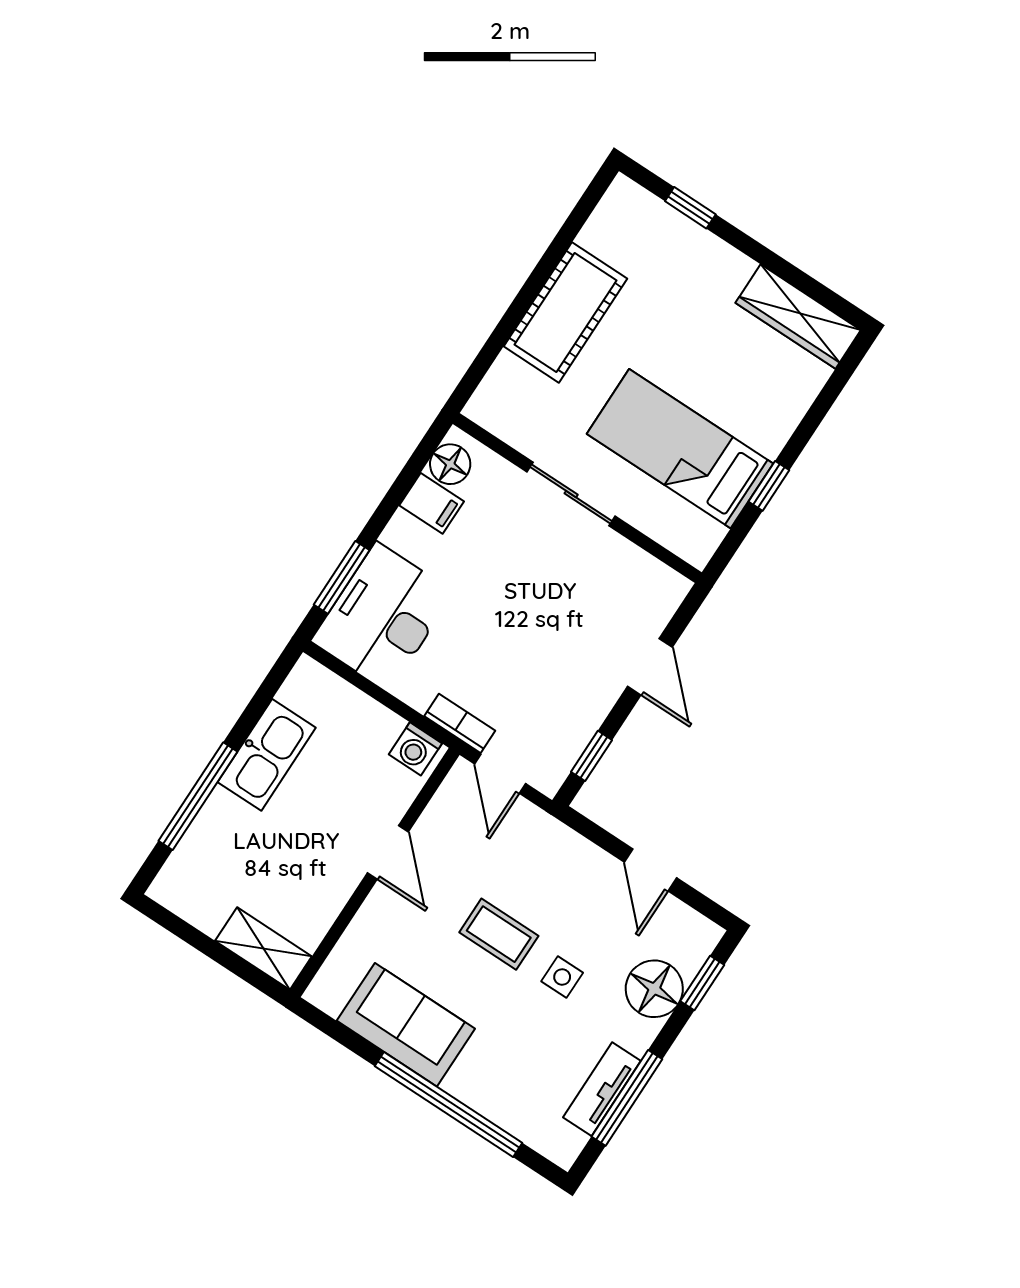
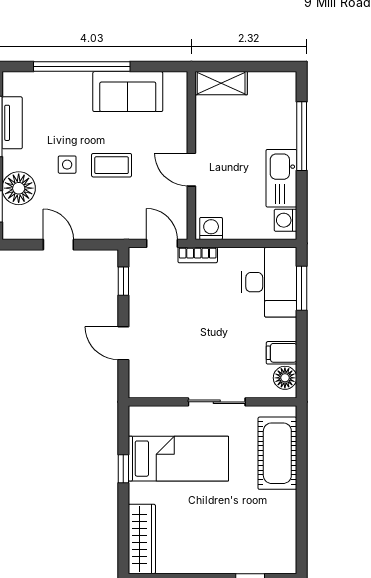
cot: (565, 313) -> (277, 453), moved
wardrobe: (798, 317) -> (142, 539), moved, turned 90
washing machine: (300, 690) -> (286, 220), added

